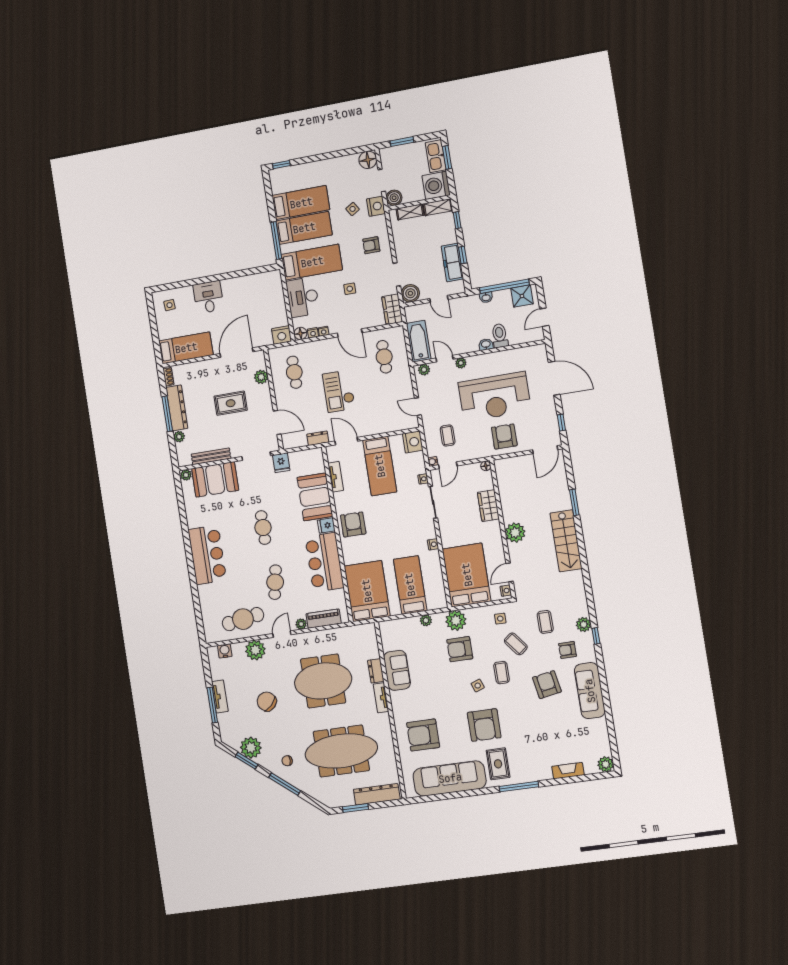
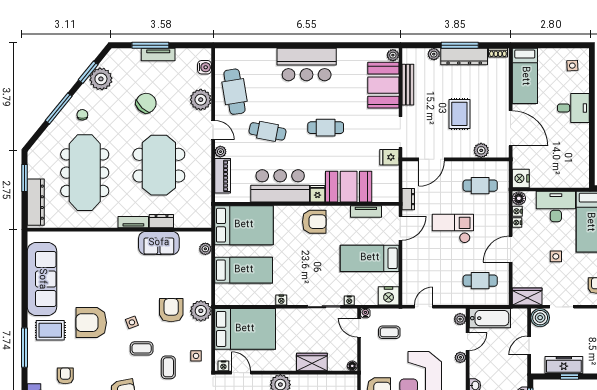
plant: (426, 620) -> (205, 249), moved
coffee table: (516, 644) -> (168, 367), turned -52
armchair: (423, 735) -> (65, 376), moved, width x0.53, depth x0.53

